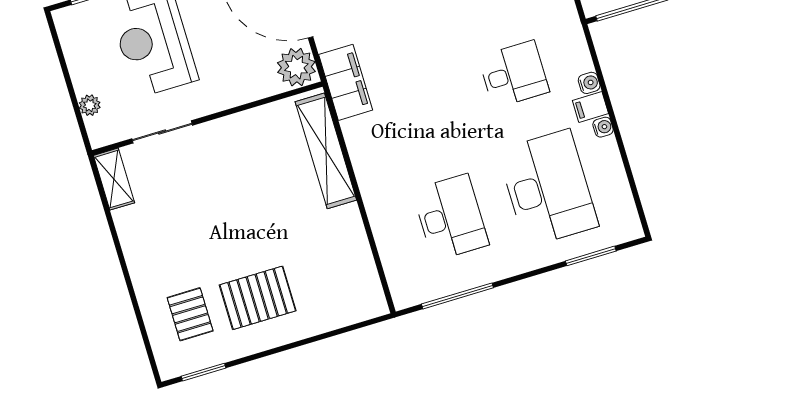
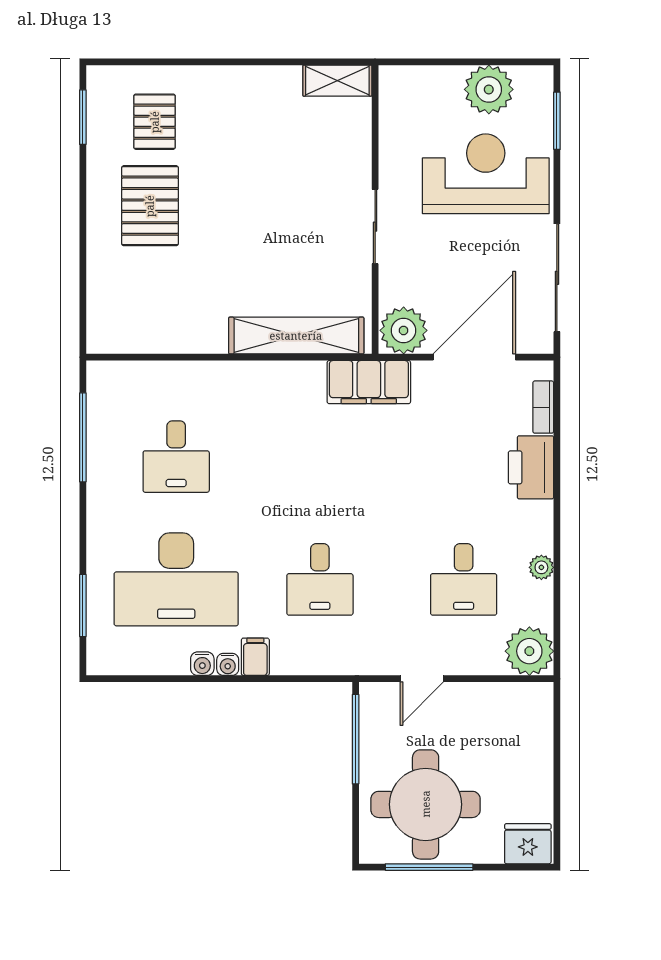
water cooler: (589, 83) -> (202, 664), moved
plant: (90, 105) -> (489, 89), moved, width x1.88, depth x1.88
sliding door: (162, 132) -> (375, 227), moved
desk: (450, 217) -> (176, 457), width x0.73
pallet: (190, 314) -> (155, 122), turned 90

